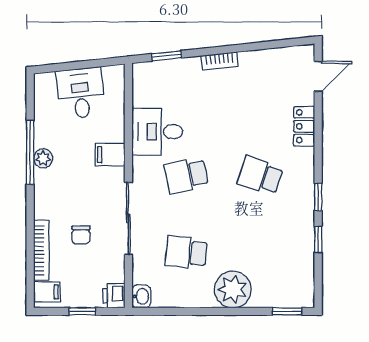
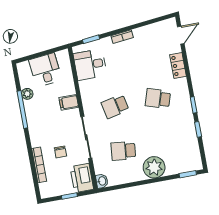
desk: (157, 132) -> (90, 65), moved
plant: (43, 158) -> (27, 94), moved
filing cabinet: (47, 292) -> (47, 188), removed
printer: (114, 296) -> (82, 178), width x1.87, depth x1.48

